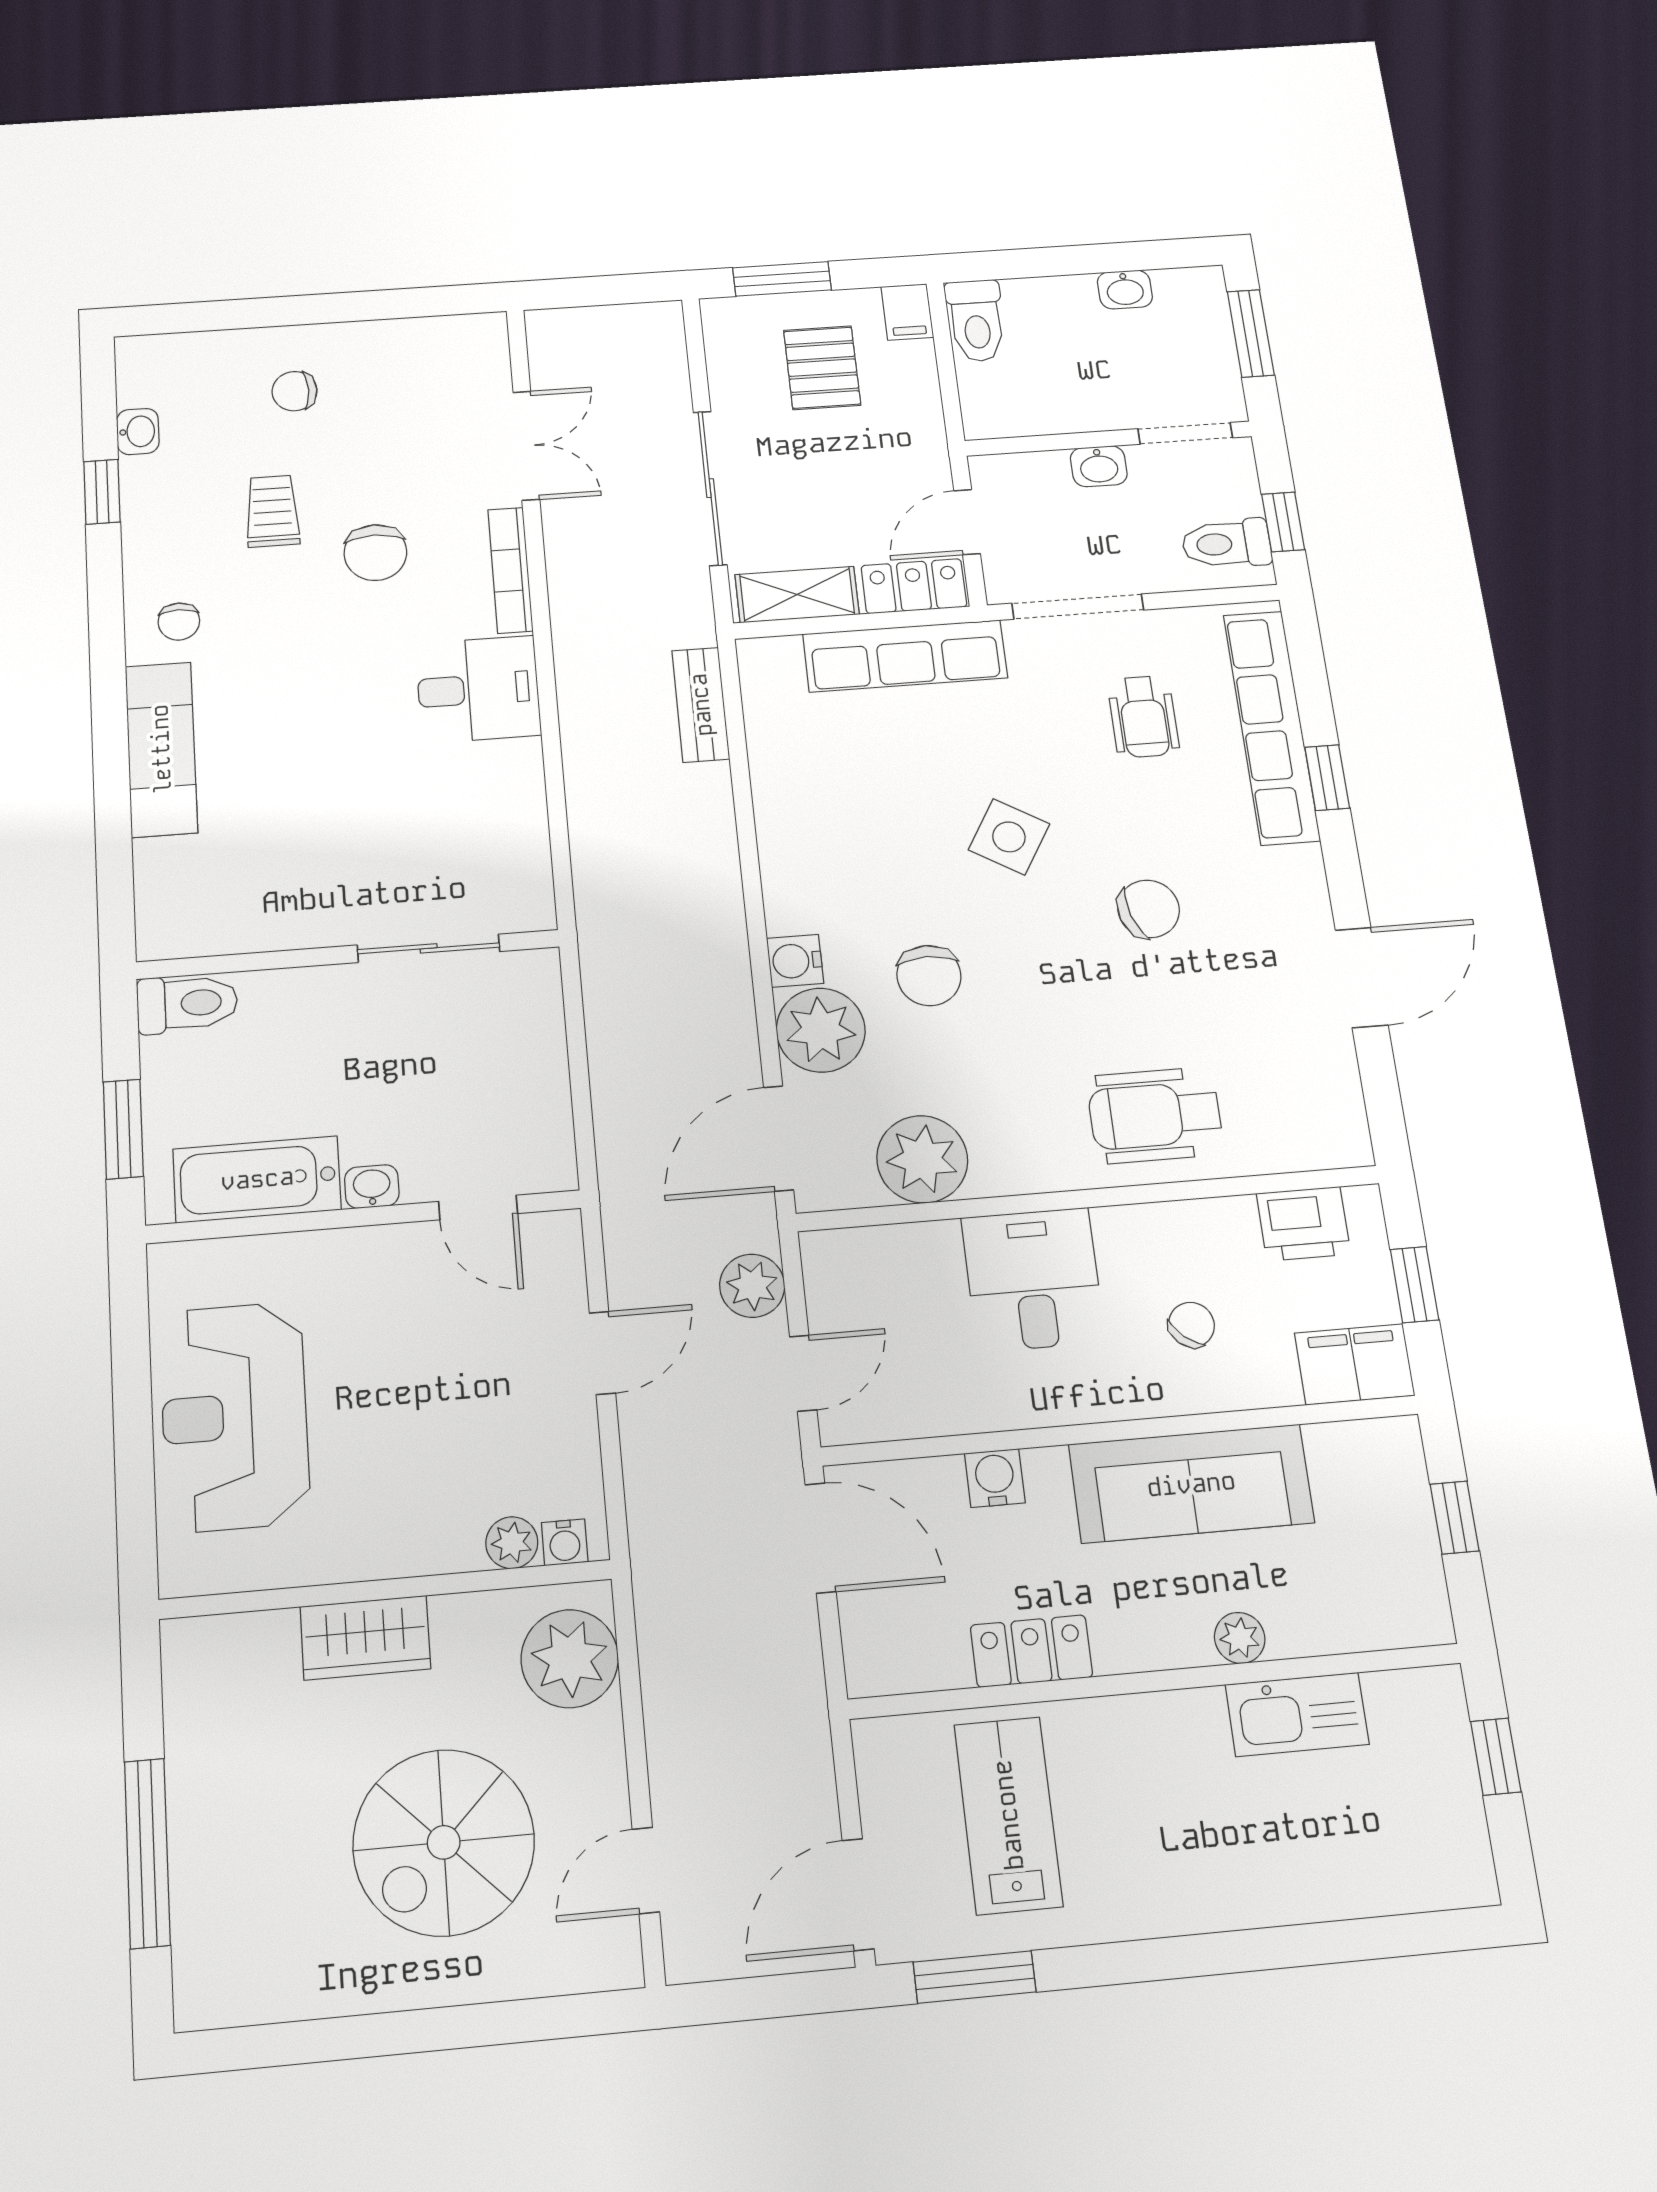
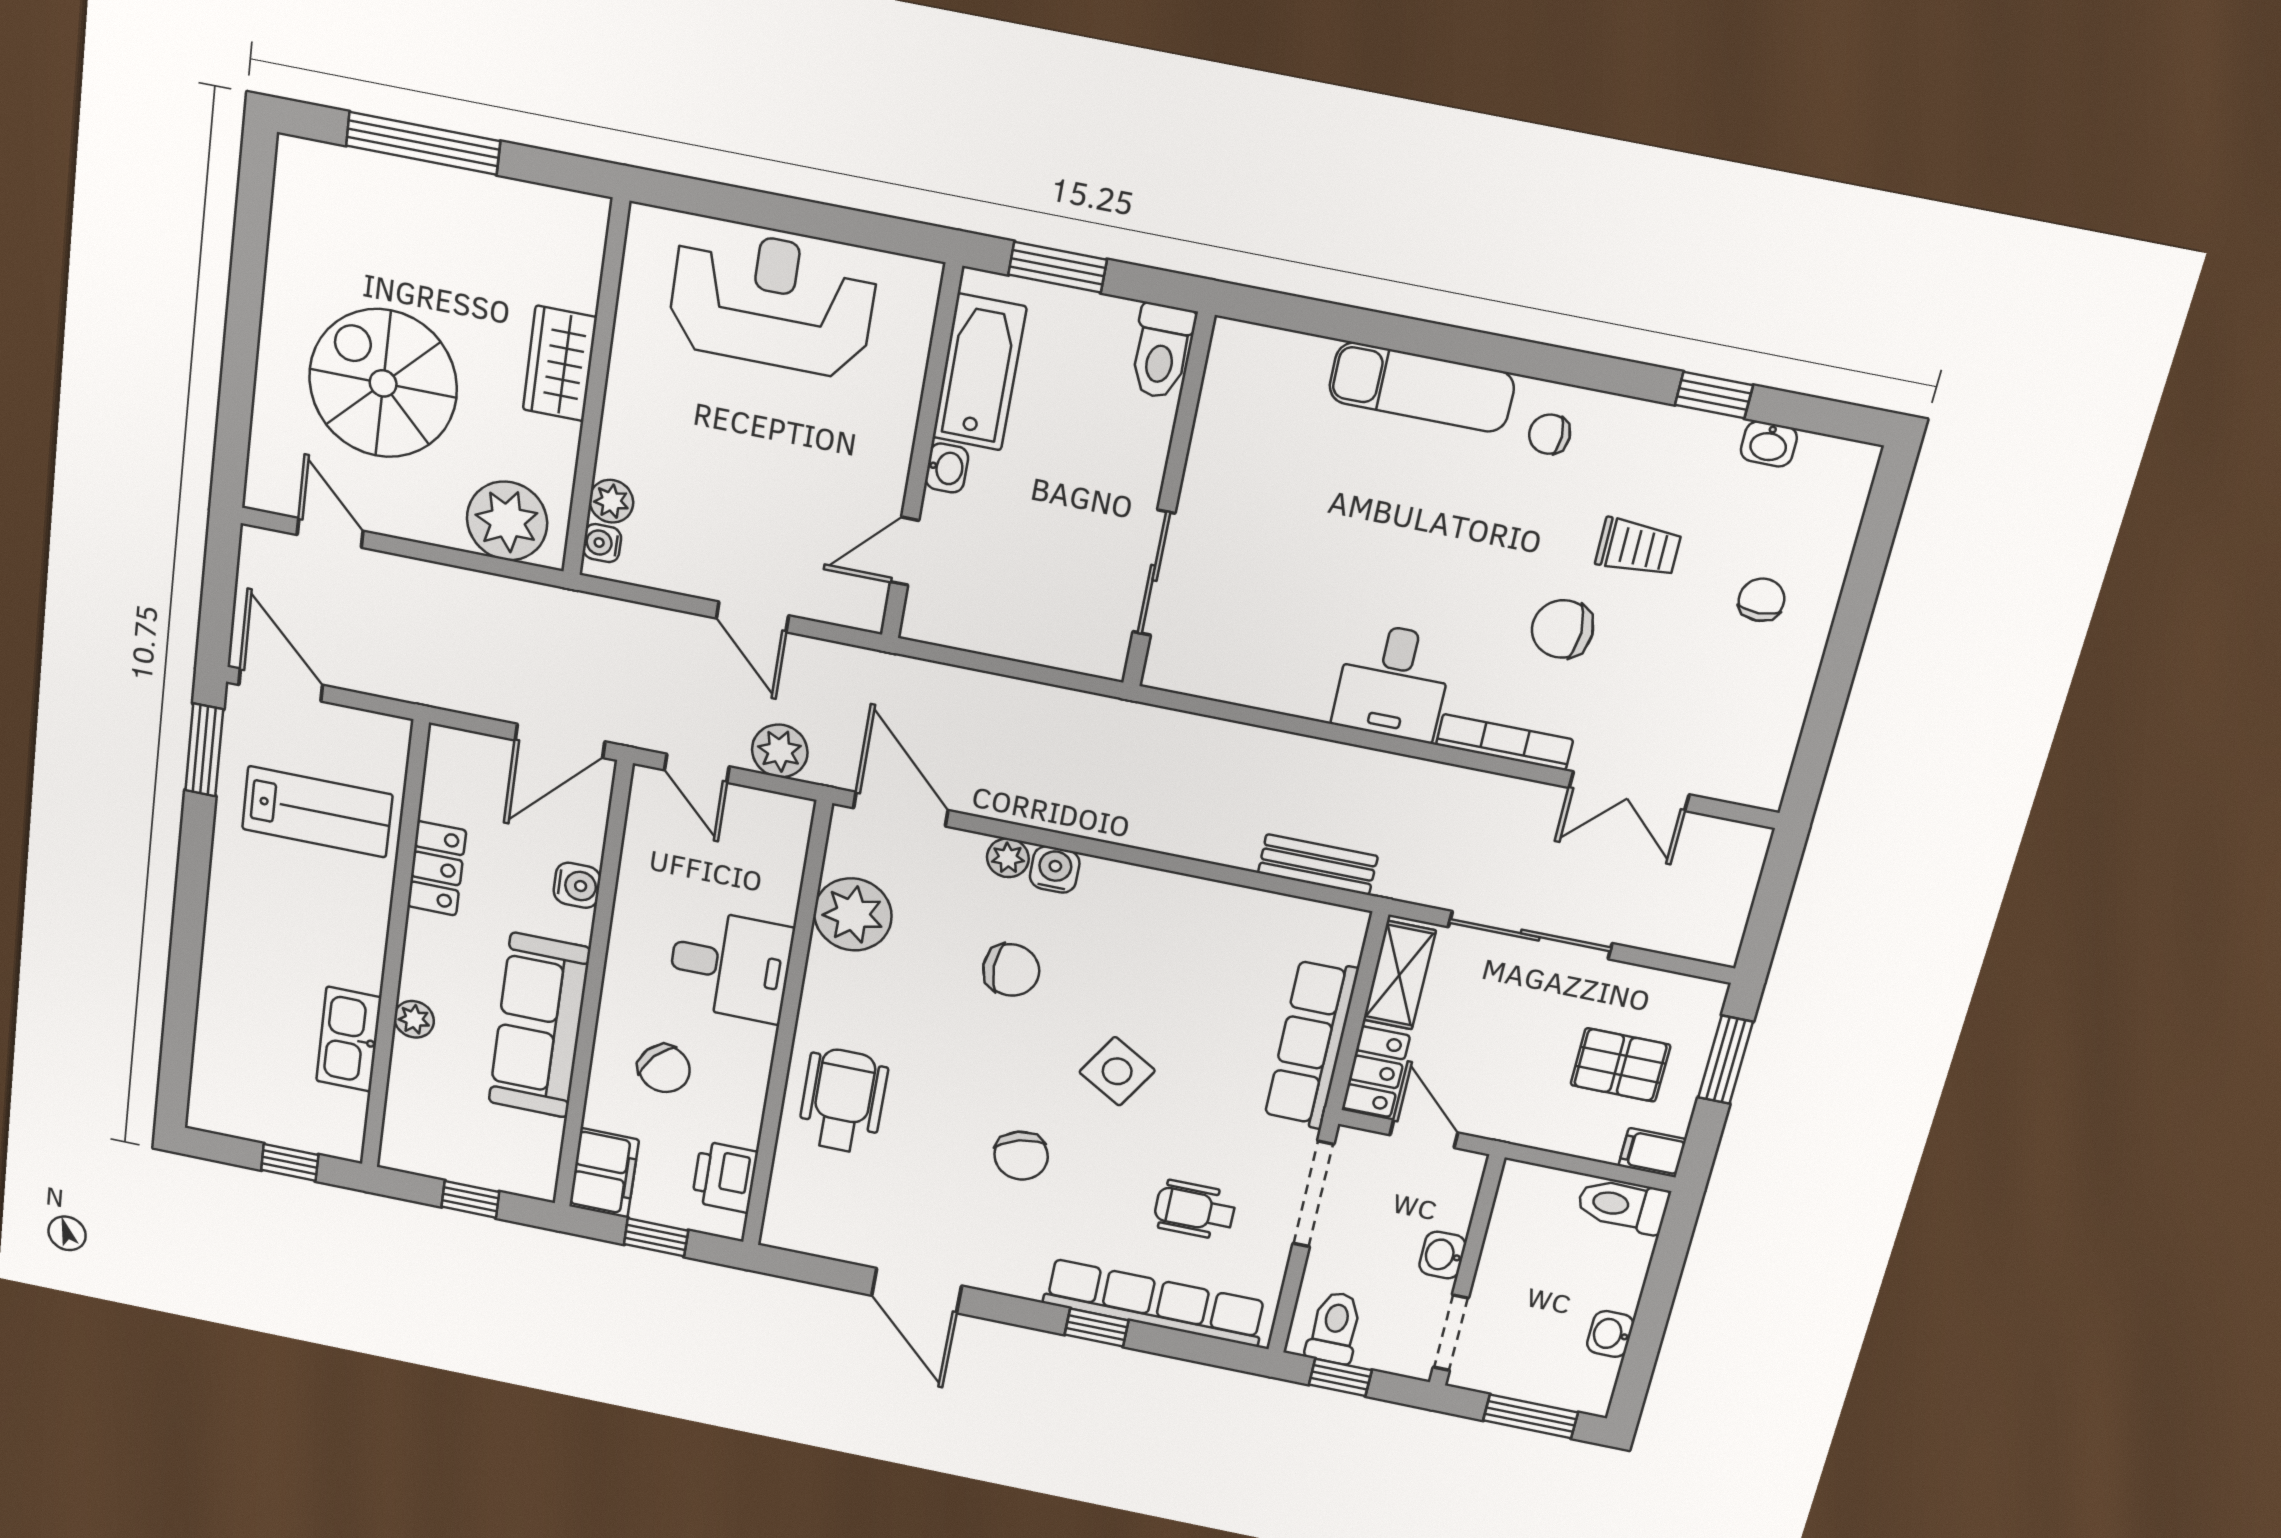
chair: (929, 976) -> (1011, 970), turned 180
plant: (821, 1030) -> (1008, 858), width x0.53, depth x0.53
chair: (1191, 1325) -> (664, 1069), width x1.37, depth x1.37

